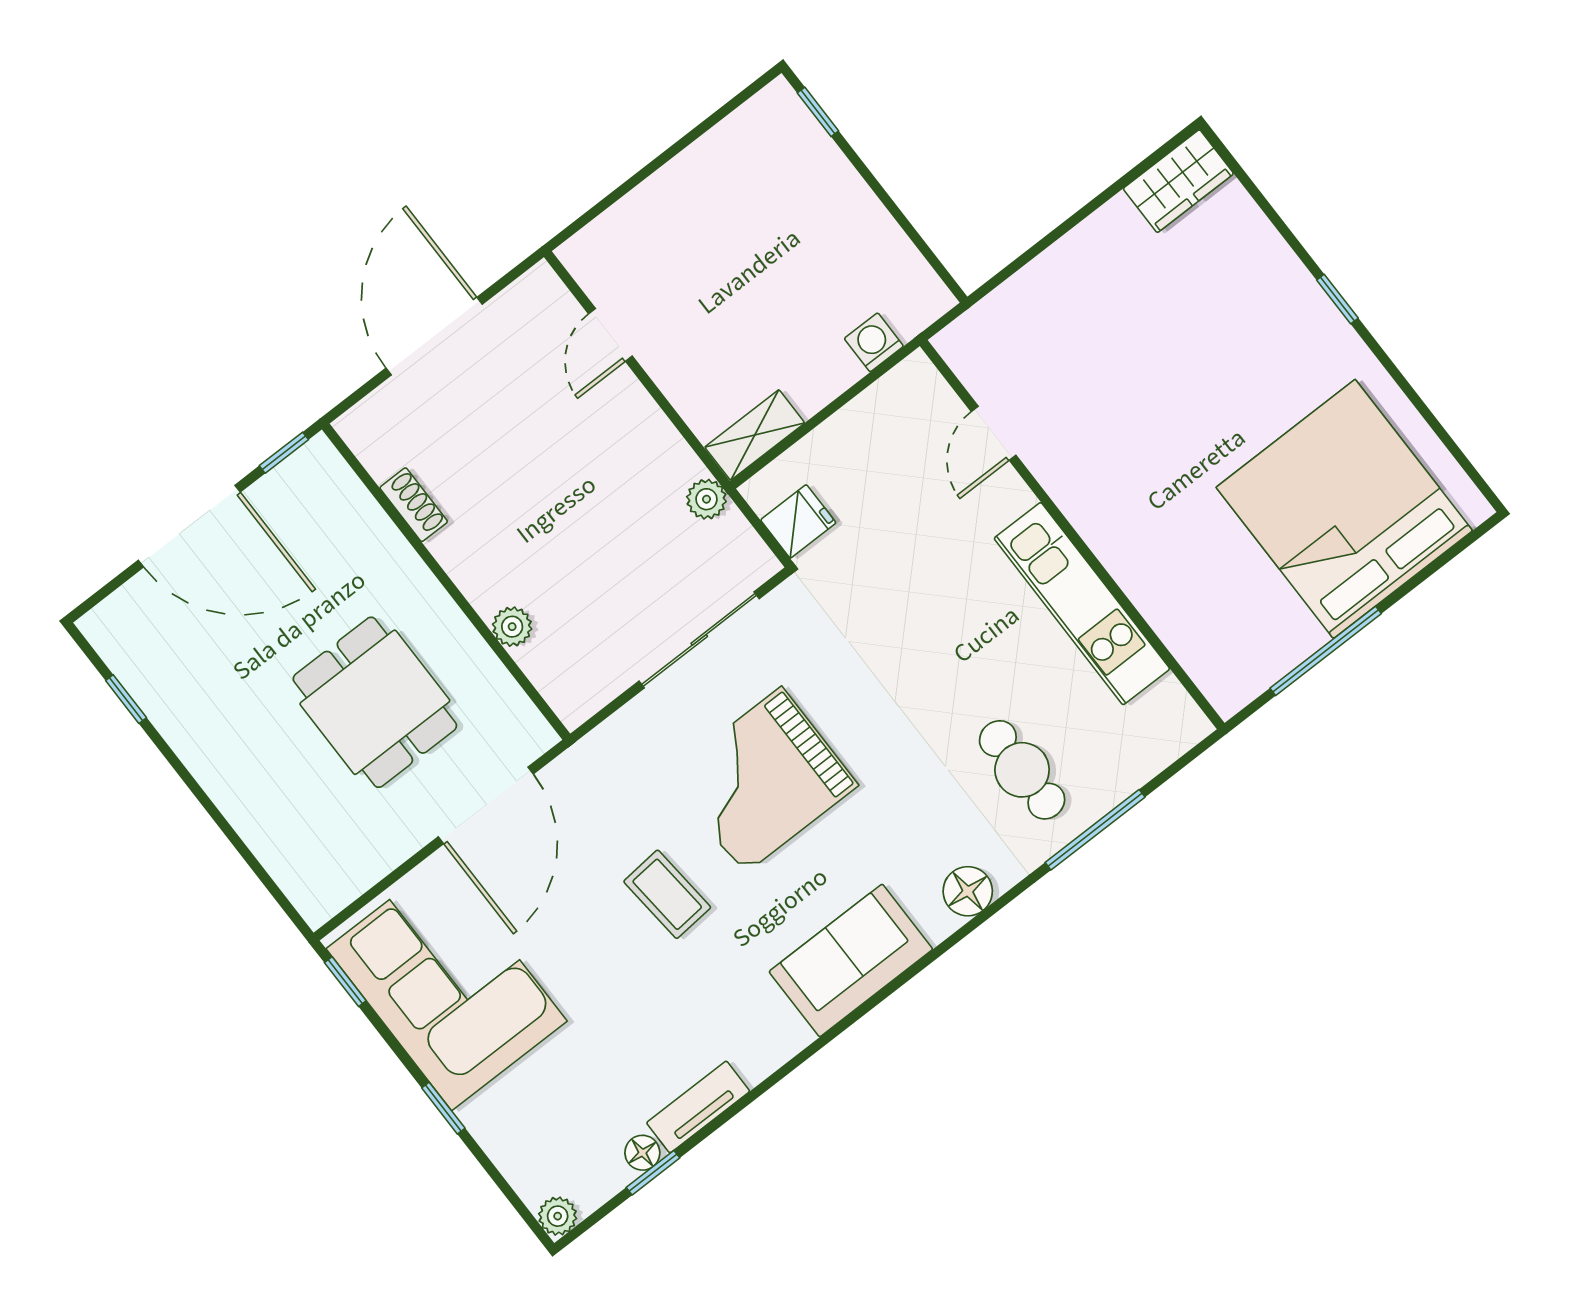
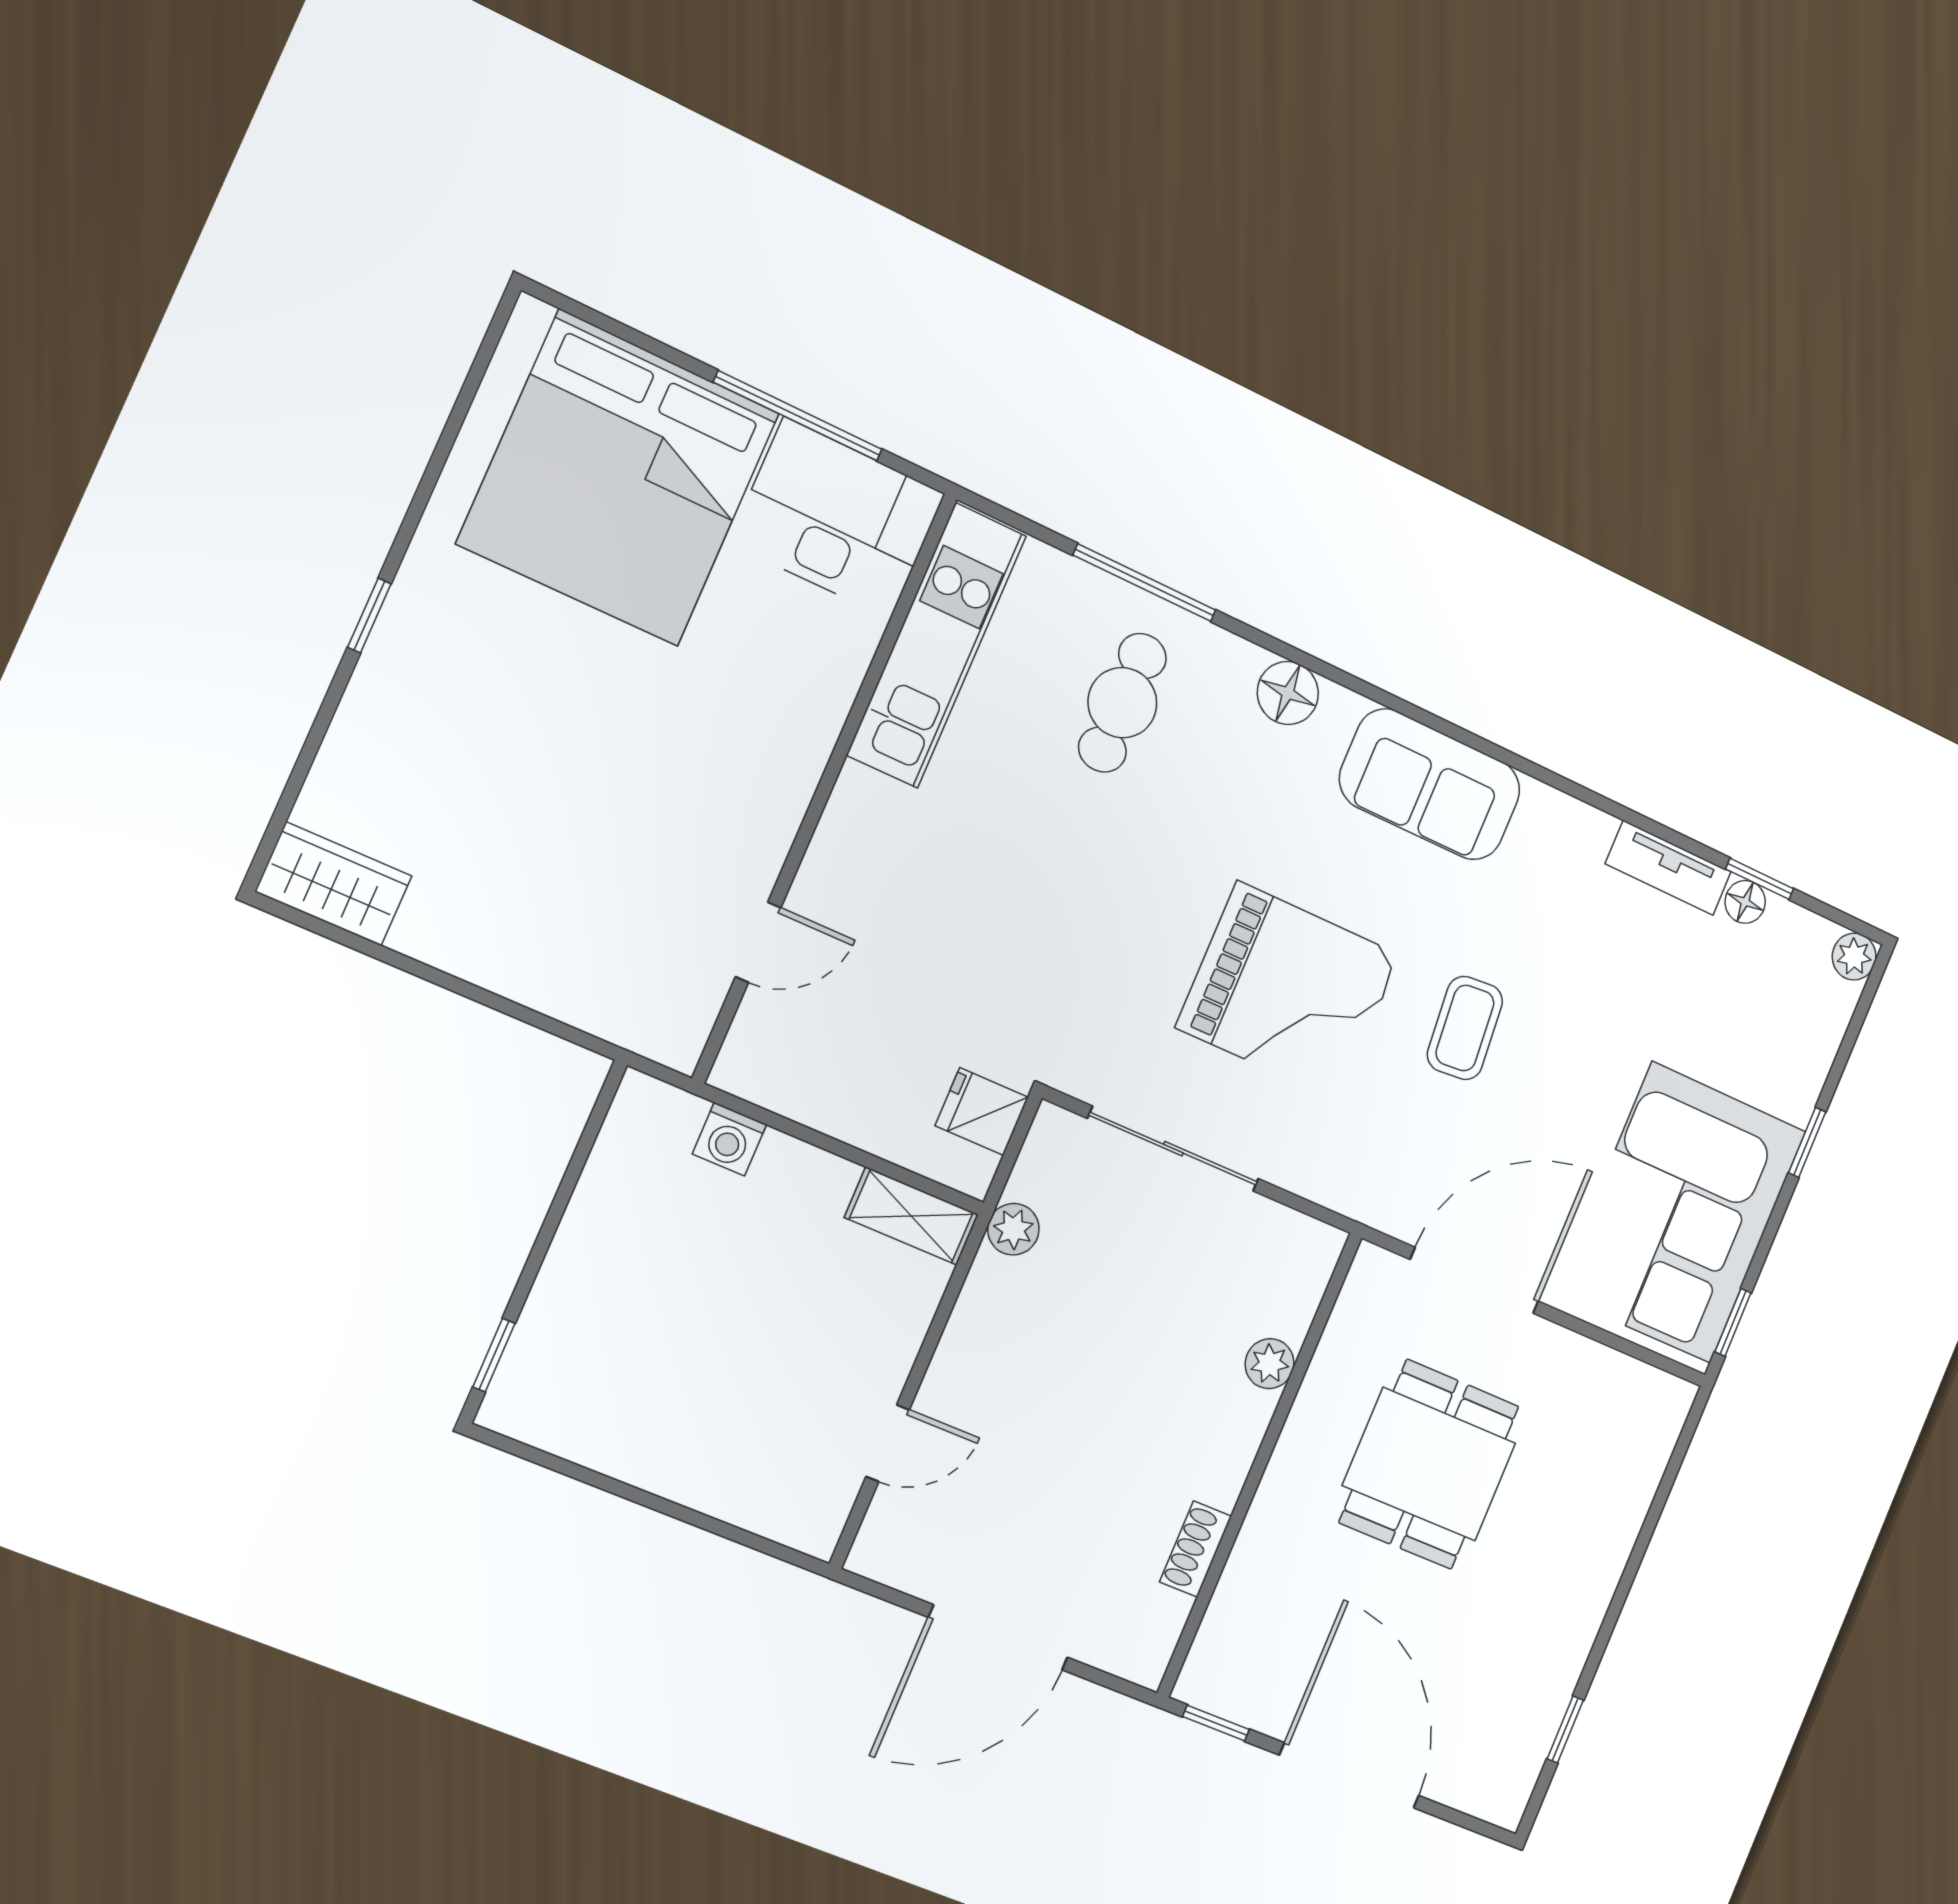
kitchen unit: (1082, 604) -> (936, 645), moved
desk: (1245, 641) -> (837, 518), added

